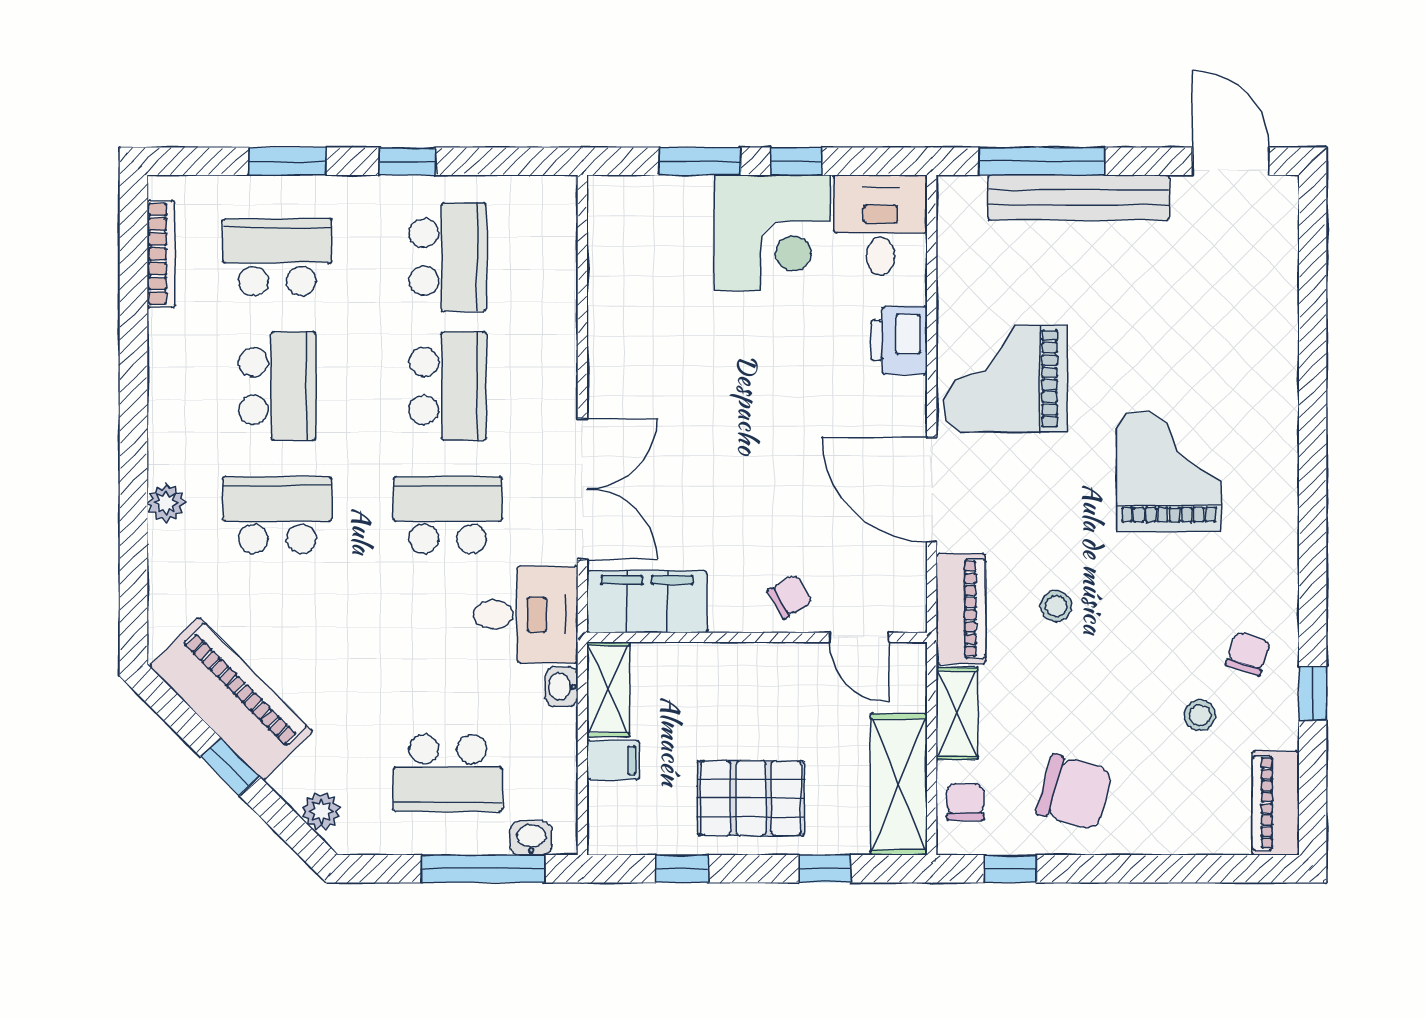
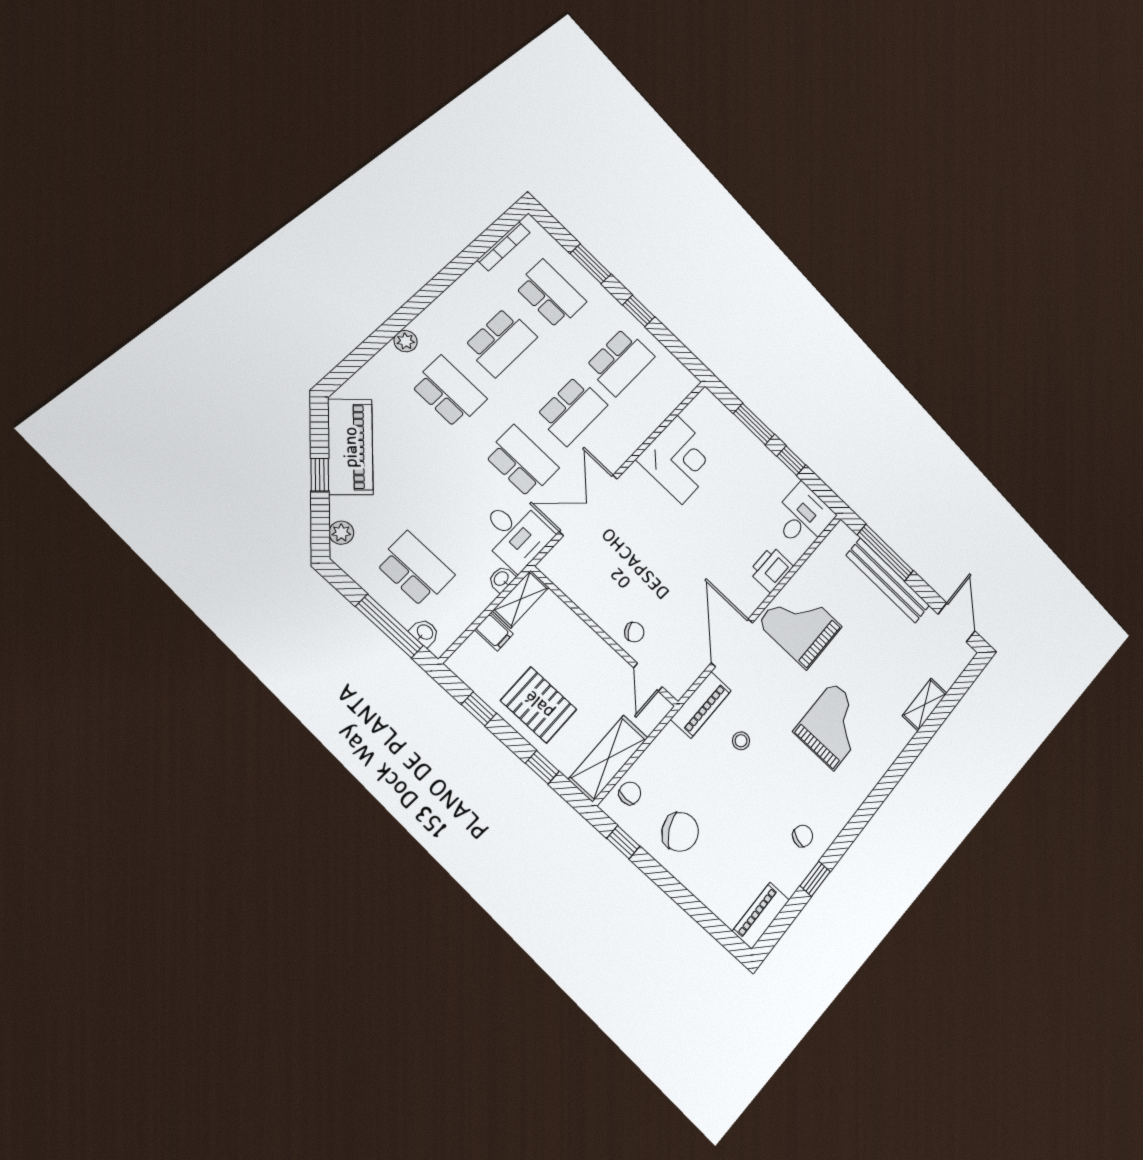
corner desk: (773, 233) -> (680, 460), moved, turned -90
double door: (582, 489) -> (589, 505), swing flipped
filing cabinet: (647, 602) -> (572, 577), removed
shelving: (957, 713) -> (925, 704), moved
stool: (1200, 715) -> (761, 845), removed
school desk: (448, 773) -> (415, 569), turned 180
chair: (1074, 792) -> (680, 832), turned -45

